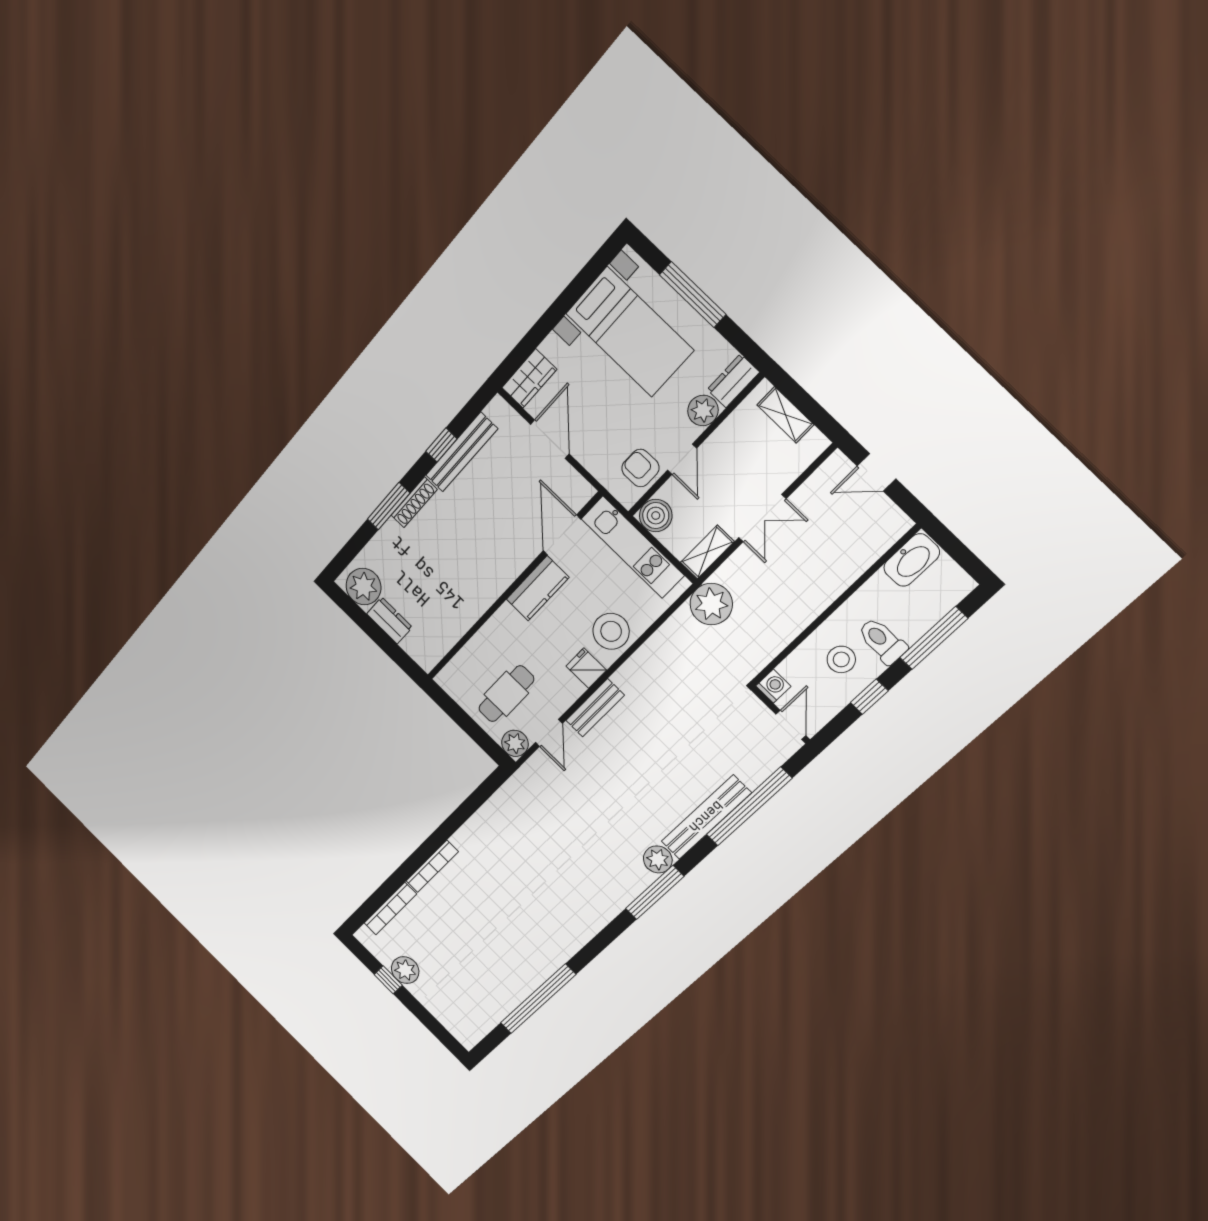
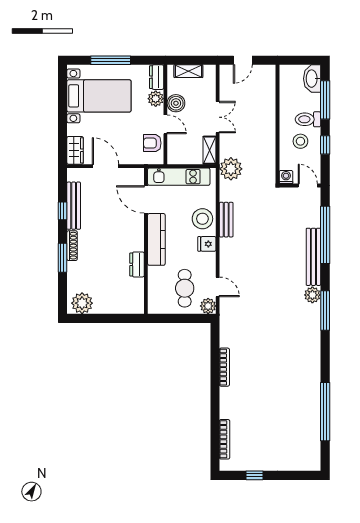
boiler: (656, 516) -> (176, 103), moved
washbasin: (912, 560) -> (312, 79), moved, turned 180
kitchen counter: (538, 588) -> (156, 239), width x1.50
dresser: (389, 620) -> (137, 264), moved, turned -90
bench: (595, 708) -> (226, 220), moved
bookcase: (432, 866) -> (224, 367), moved
plant: (405, 970) -> (258, 462), removed

